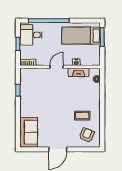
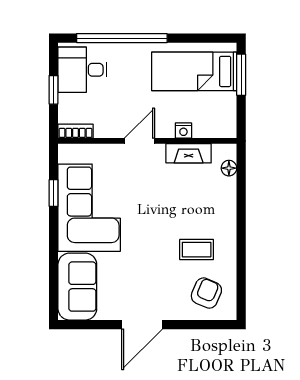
corner sofa: (34, 97) -> (89, 208), added

